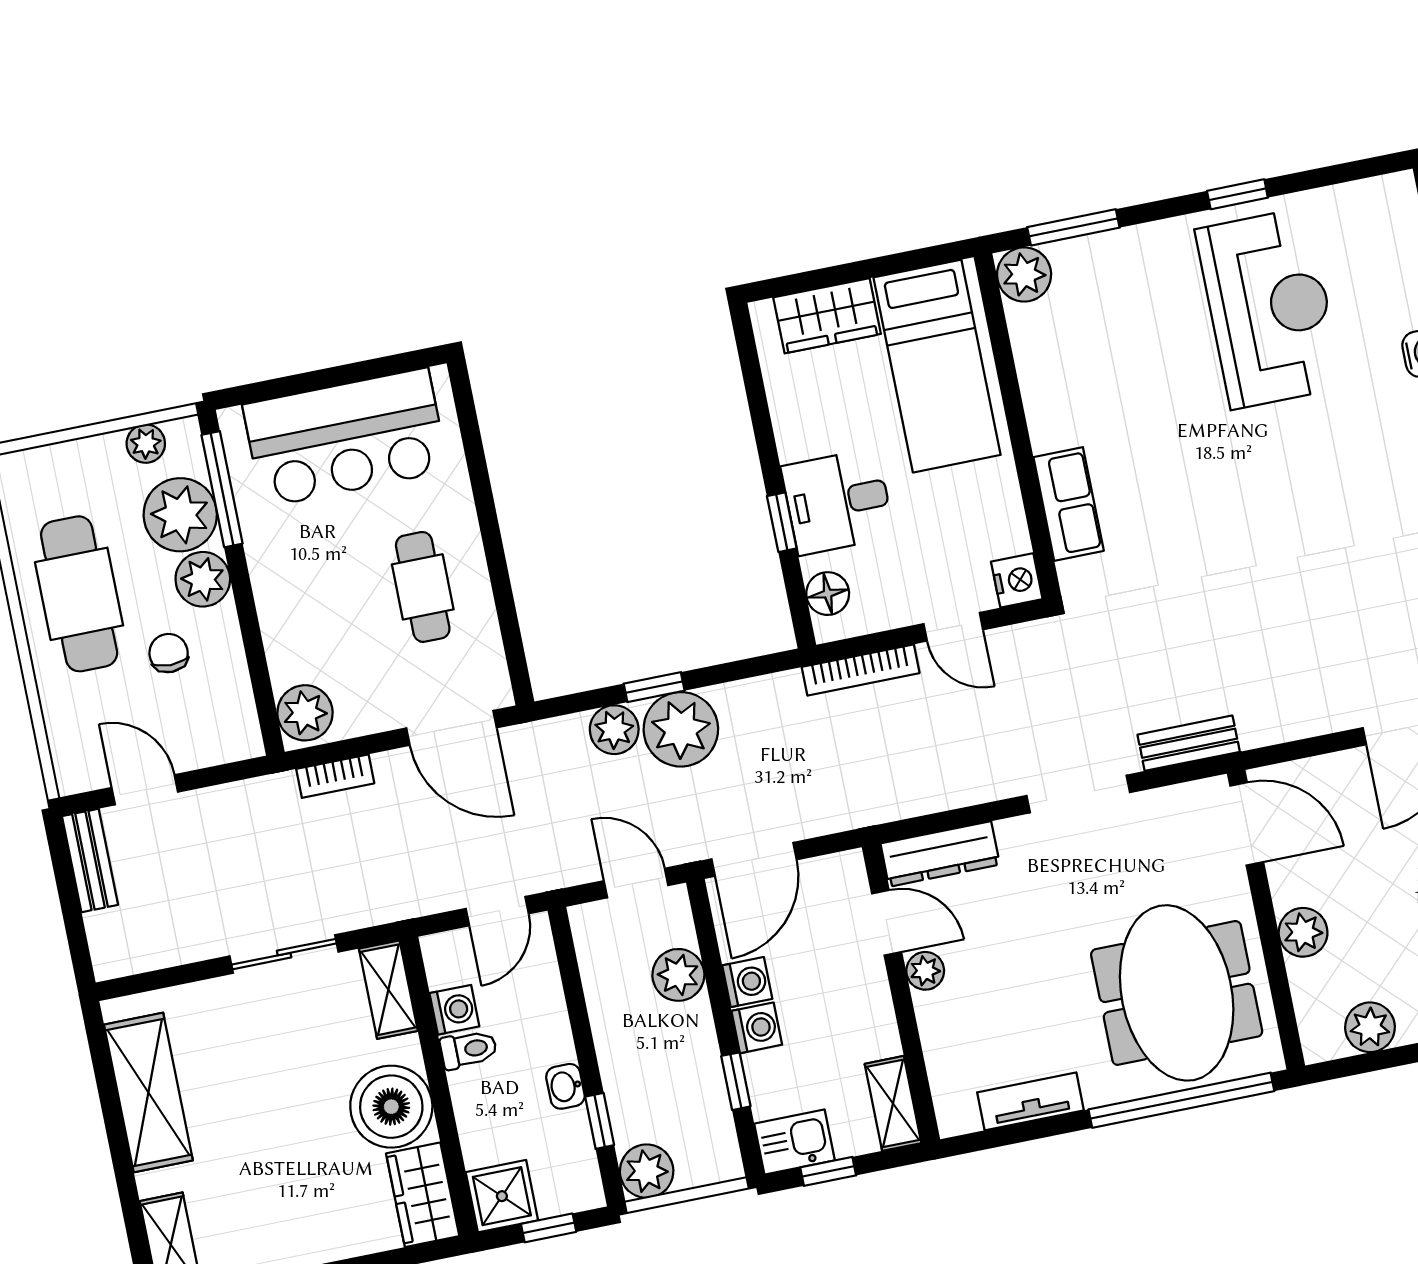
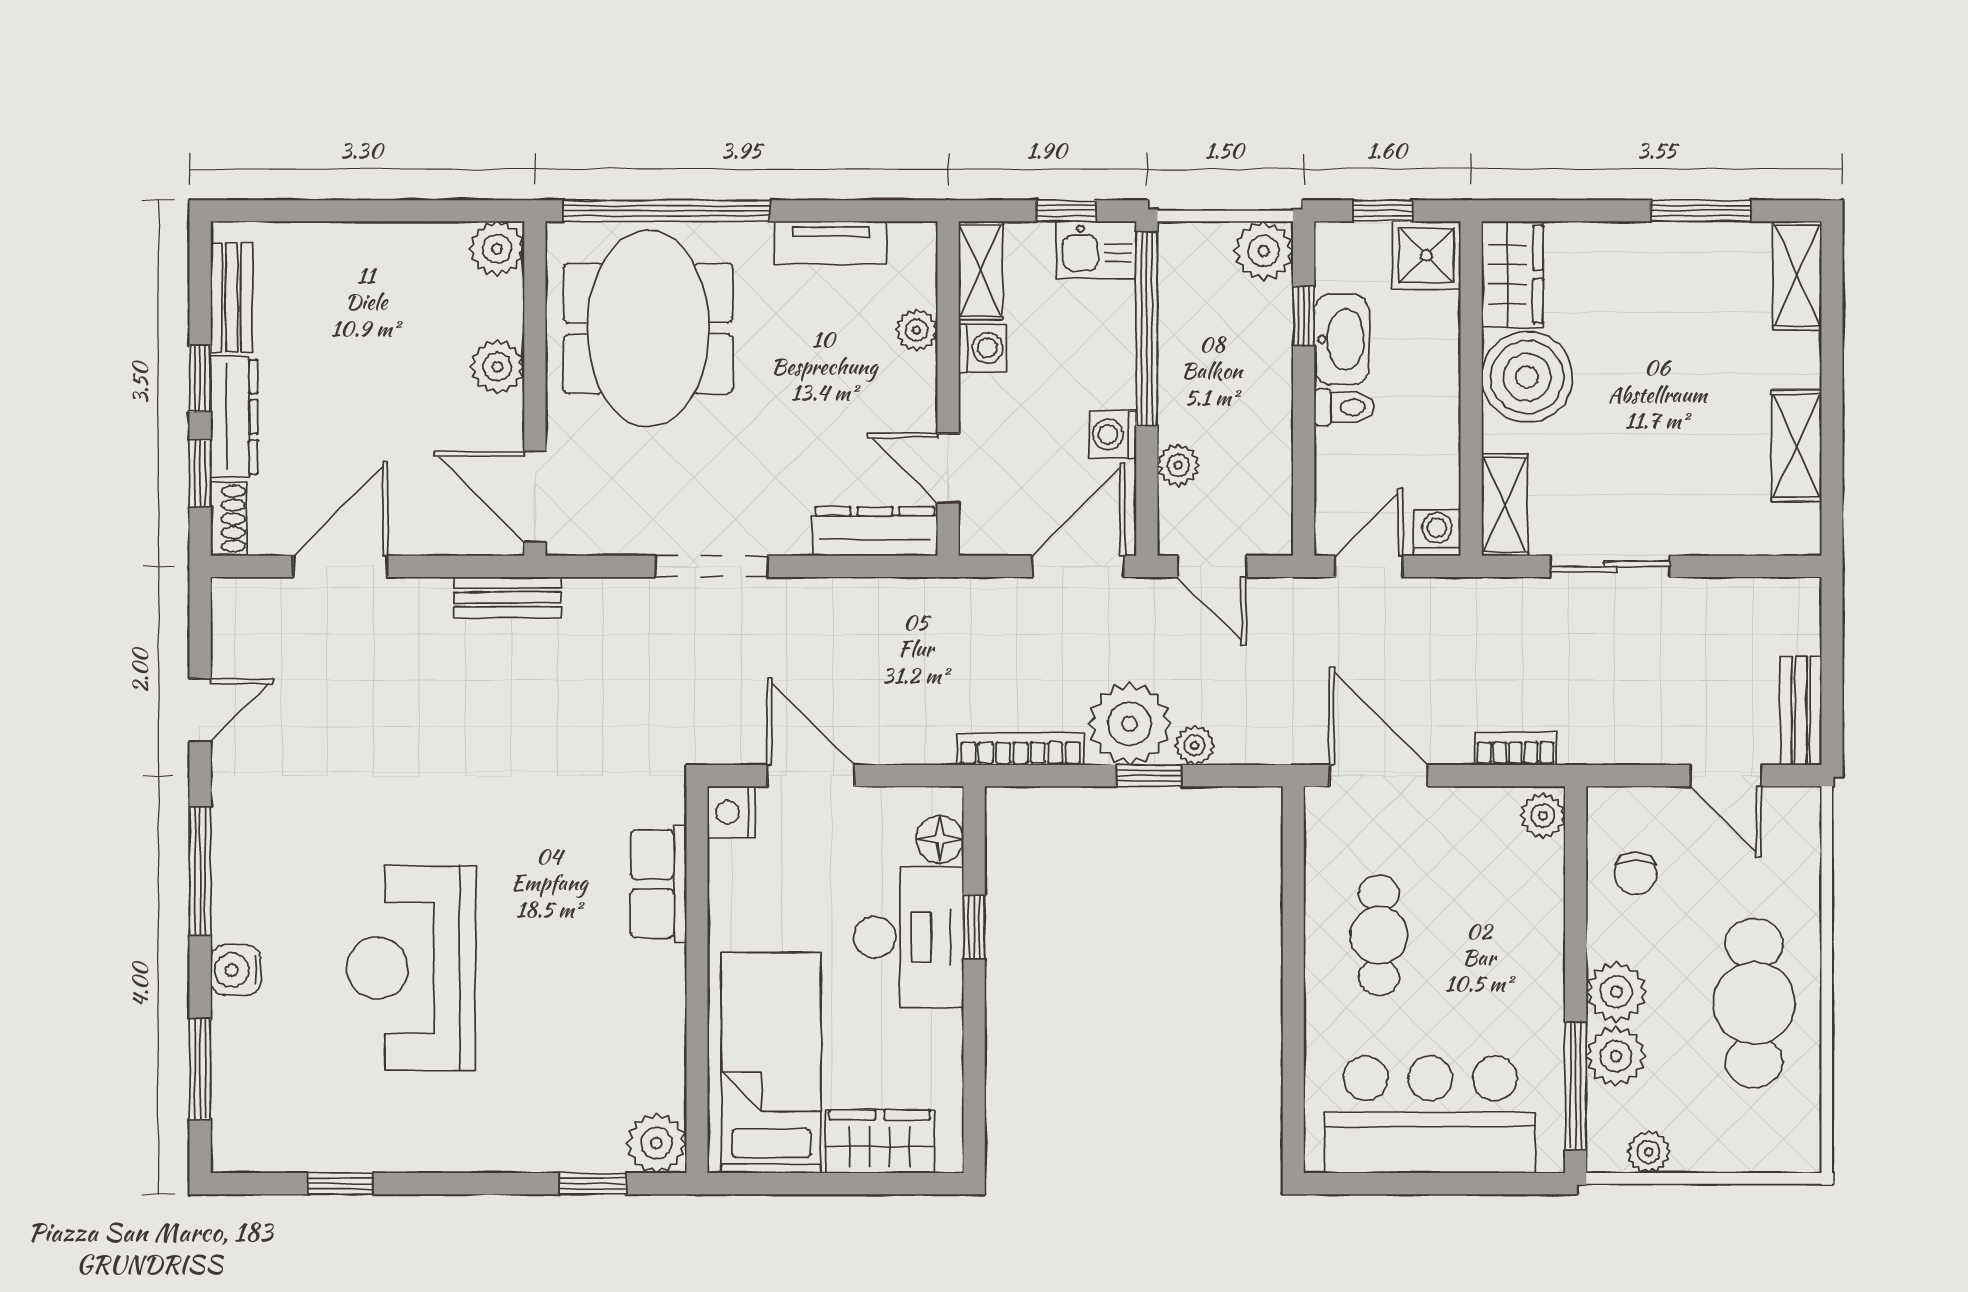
window: (1237, 194) -> (340, 1184), moved
window: (1073, 227) -> (593, 1184), width x0.67
reception desk: (1269, 308) -> (411, 968), moved
desk: (838, 502) -> (909, 937), width x1.37
plant: (180, 515) -> (1616, 1056), width x0.73, depth x0.73
door: (953, 627) -> (811, 776), width x1.38
chair: (169, 653) -> (1635, 874), moved
bookcase: (861, 670) -> (1020, 749), moved
plant: (305, 713) -> (1543, 816), width x0.73, depth x0.73
plant: (614, 730) -> (1195, 745), width x0.73, depth x0.73
bench: (1189, 743) -> (508, 597), moved
plant: (925, 971) -> (917, 330), moved
plant: (678, 975) -> (1178, 465), width x0.73, depth x0.73
washing machine: (454, 1010) -> (1437, 532), moved, turned 90
plant: (1370, 1027) -> (497, 249), moved
washing machine: (757, 1028) -> (982, 348), moved, turned 180
toilet: (469, 1049) -> (1344, 407), moved, turned 180
window: (736, 1081) -> (1147, 329), width x3.17
washbasin: (565, 1086) -> (1342, 339), width x1.91, depth x1.45
shelving: (148, 1092) -> (1796, 446), width x0.67, depth x0.75

